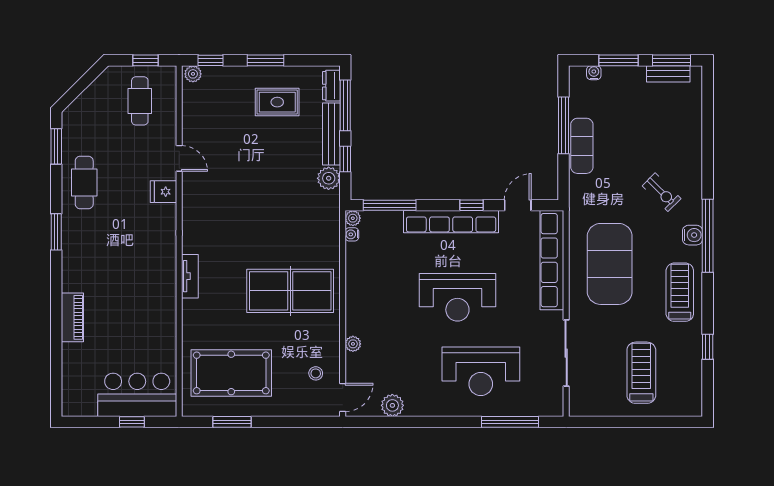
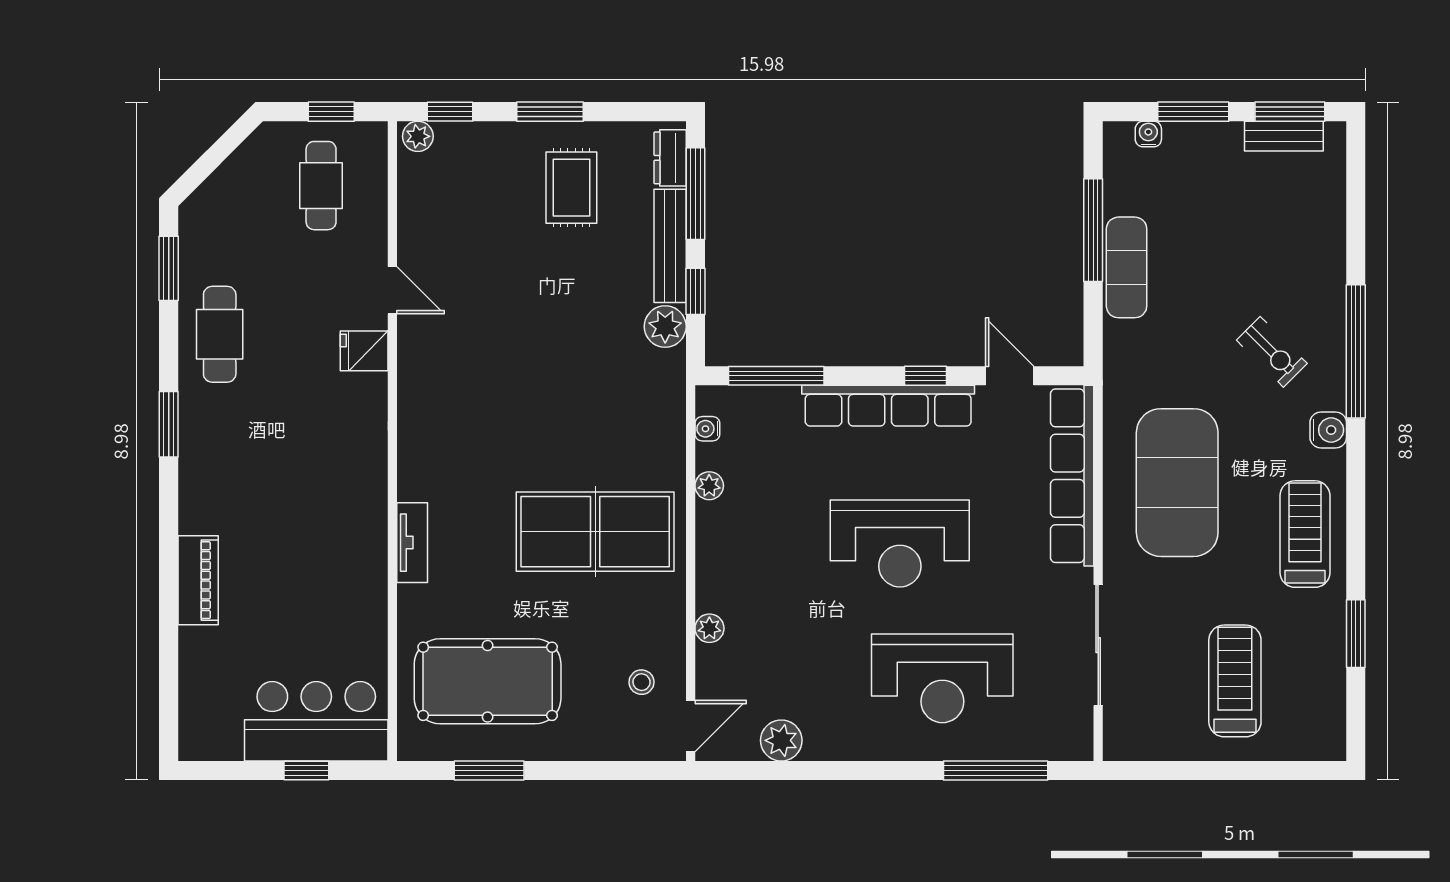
rug: (277, 102) -> (571, 188), turned 90
door: (518, 205) -> (1010, 376), hinge flipped
plant: (353, 218) -> (709, 486), moved
window: (708, 236) -> (1356, 351), moved
tv unit: (190, 276) -> (412, 543), moved
window: (708, 347) -> (1356, 634), width x1.50

